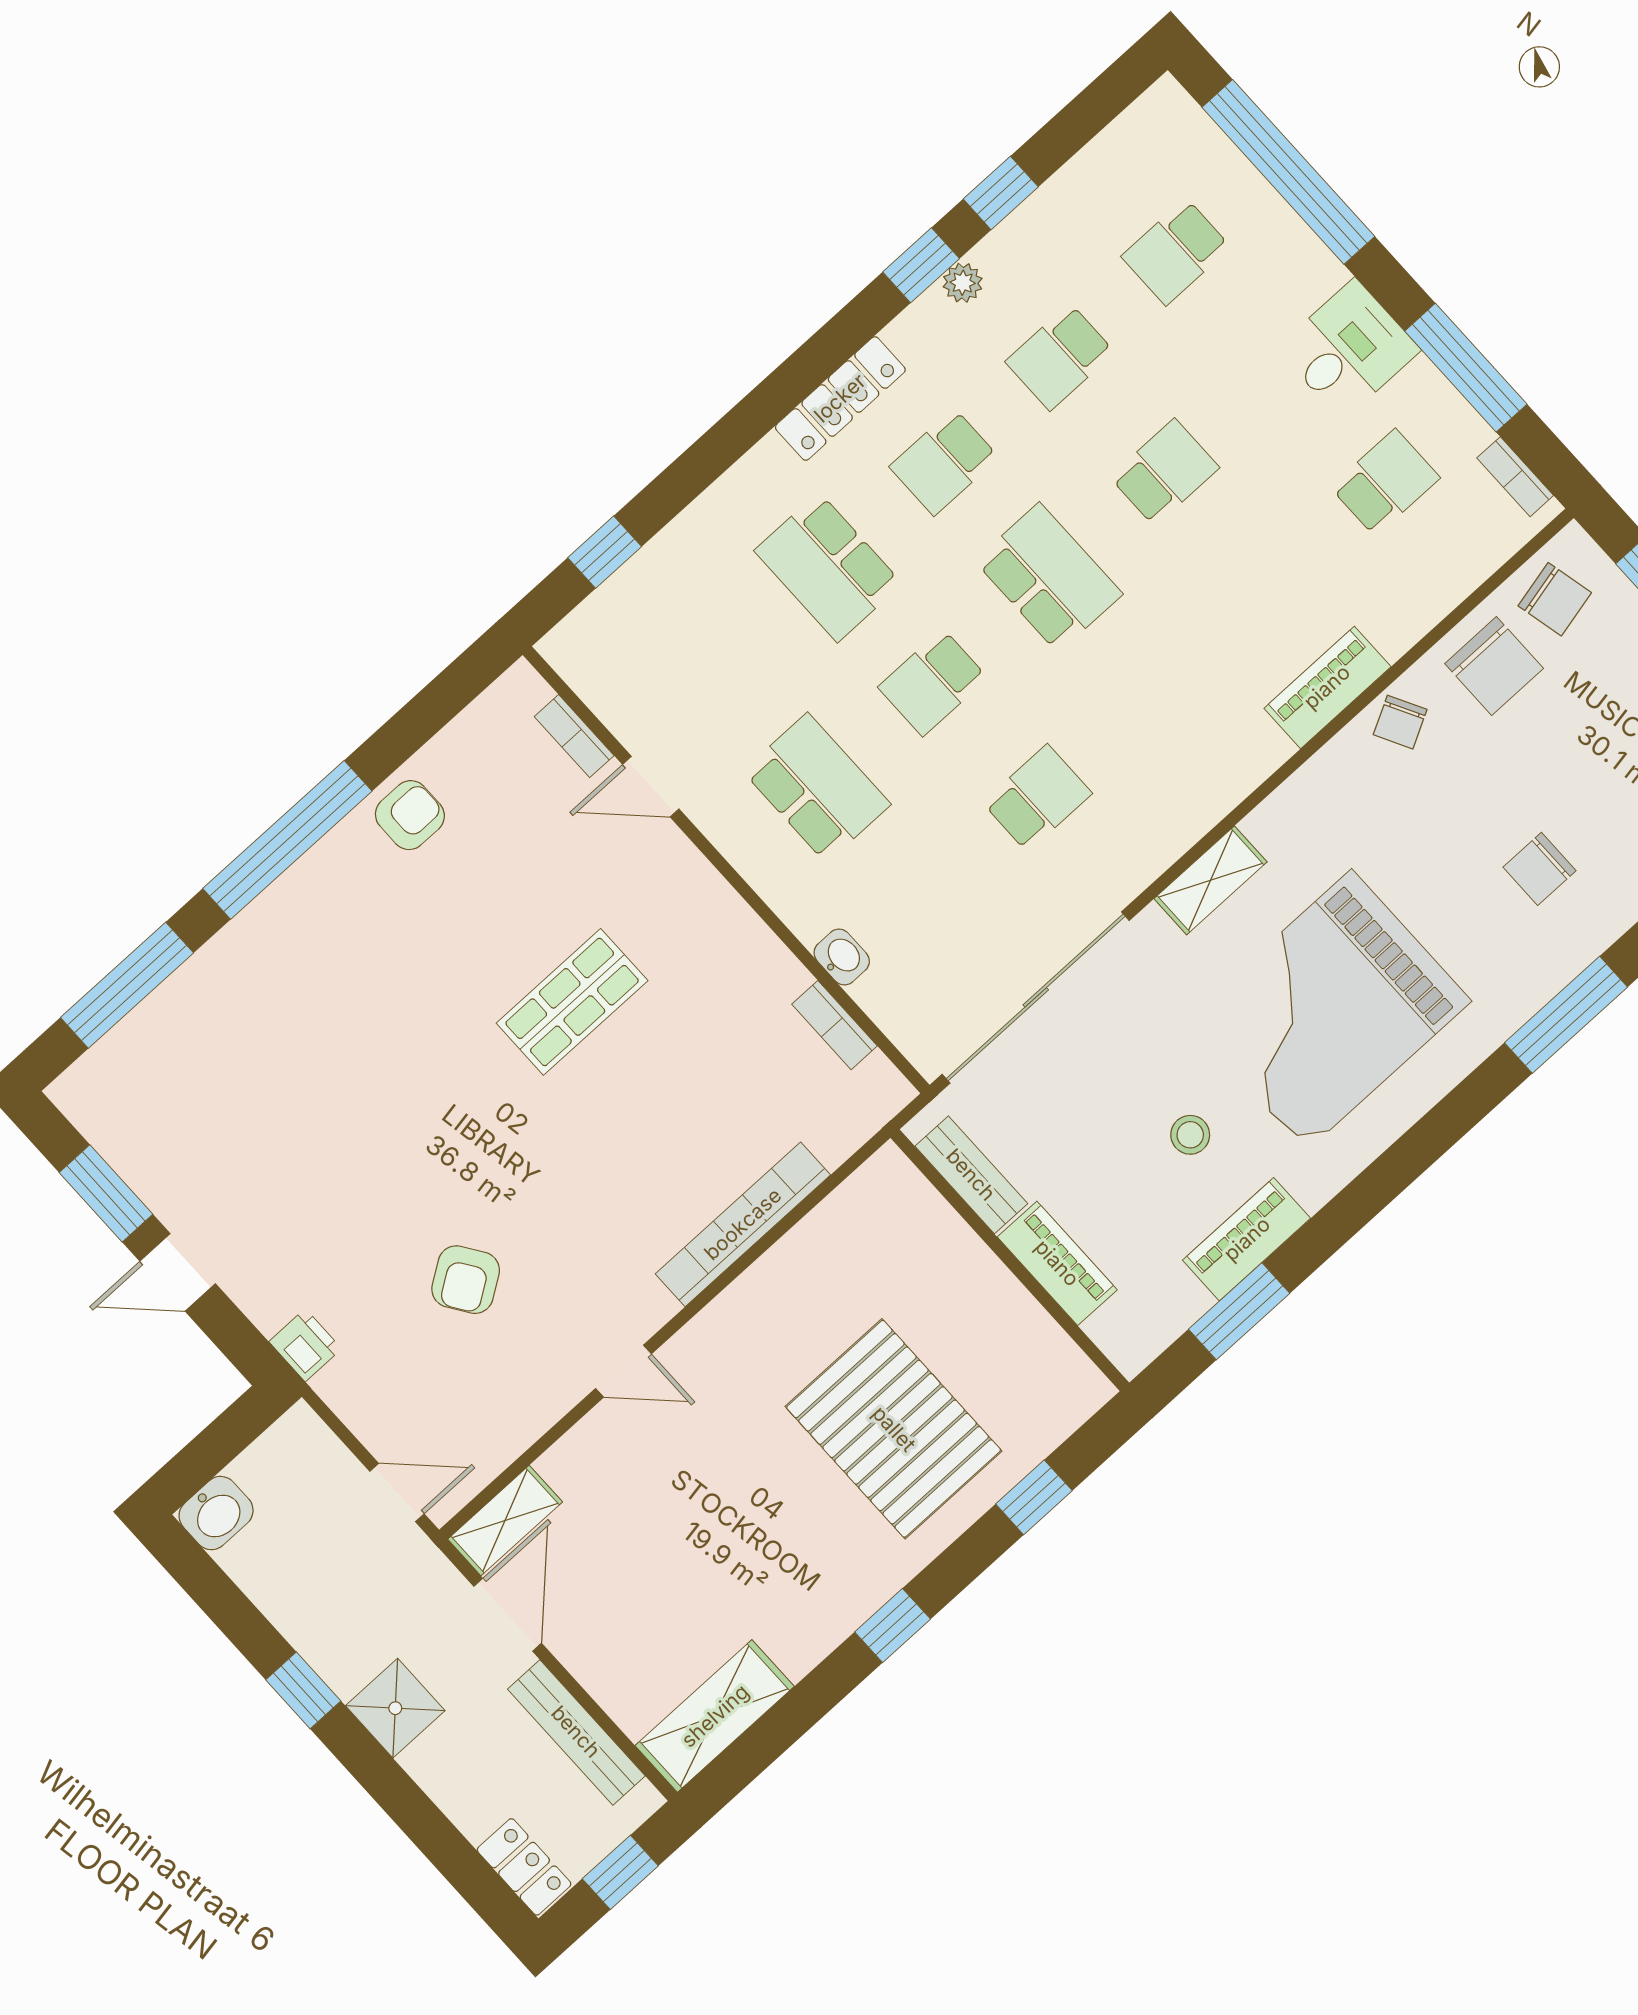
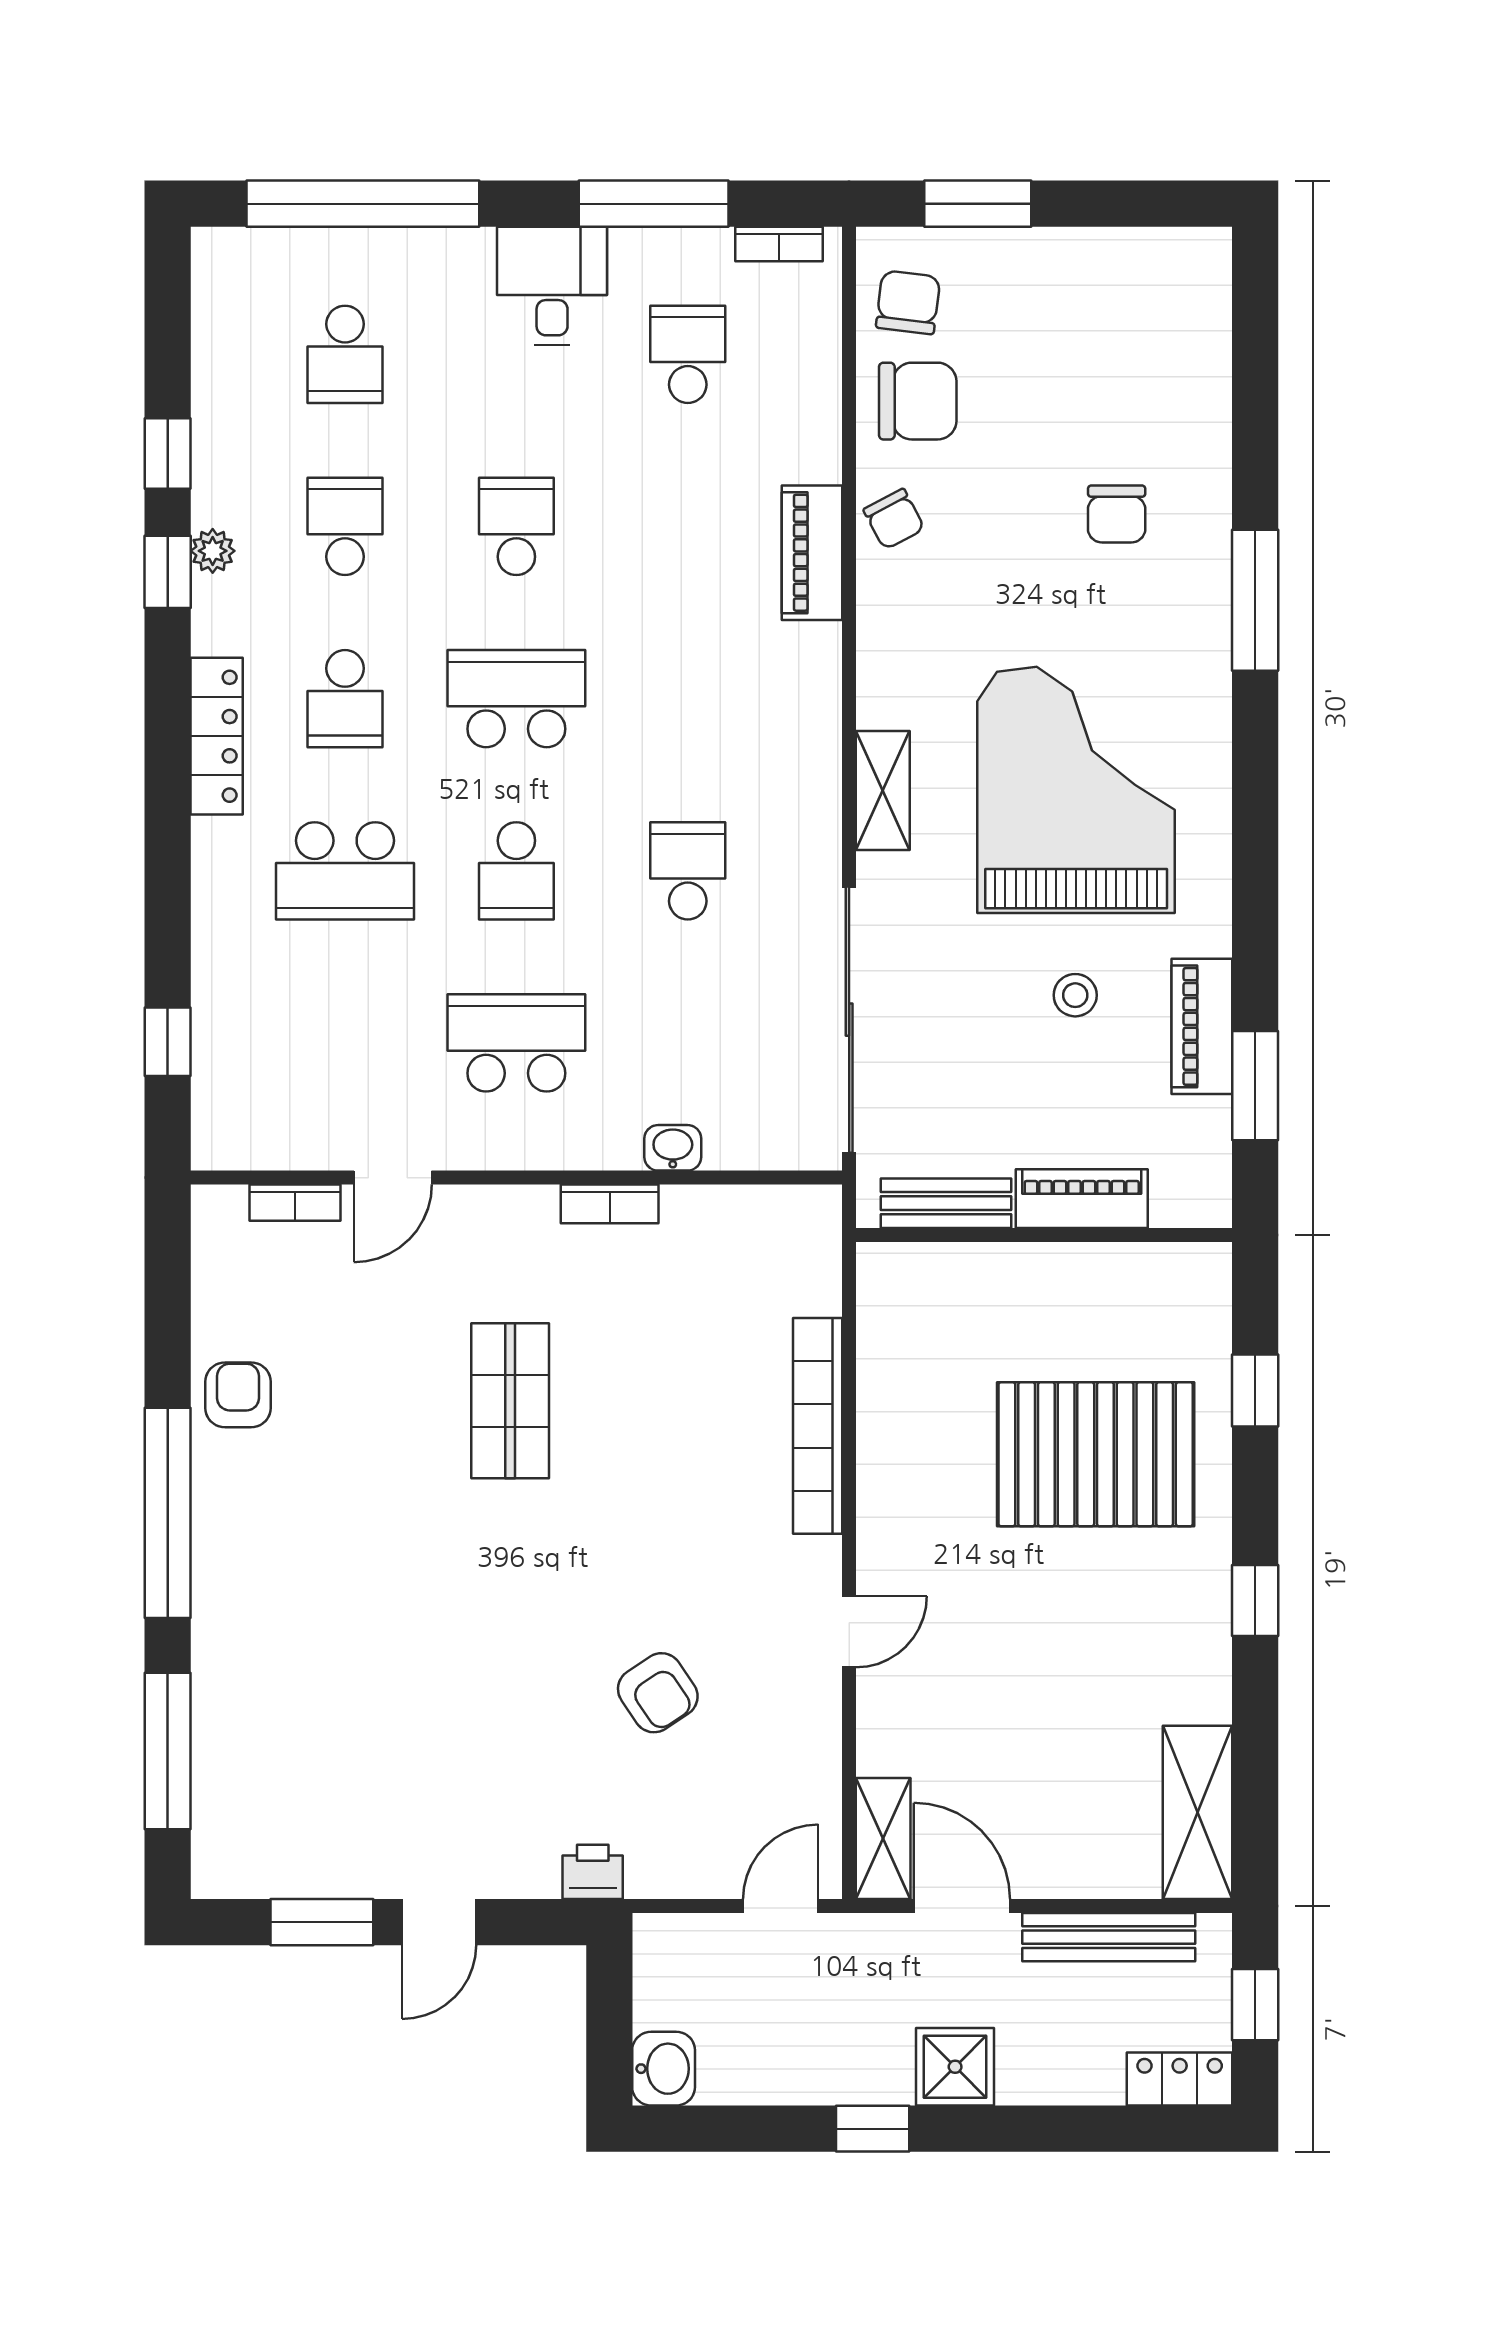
school desk: (1060, 357) -> (345, 526), turned 180
chair: (1555, 599) -> (908, 302), turned -70
grand piano: (1329, 1010) -> (1076, 790), turned 180
bookcase: (835, 1025) -> (610, 1204), moved

